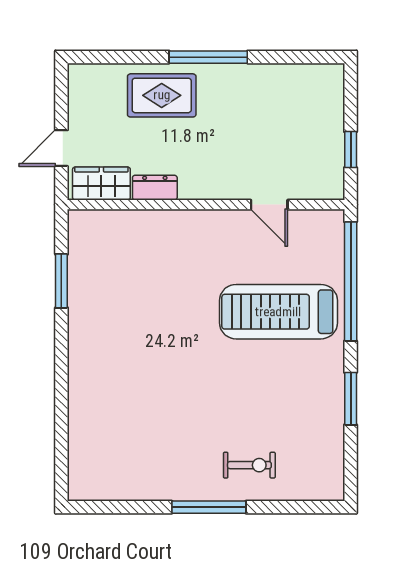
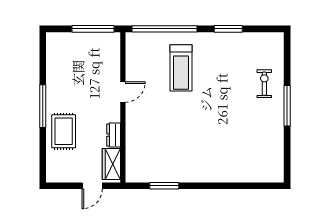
door: (61, 148) -> (92, 186), hinge flipped
window: (351, 150) -> (93, 29), width x2.17
door: (269, 205) -> (123, 92), moved
treadmill: (278, 312) -> (181, 68), width x0.73, depth x0.73

